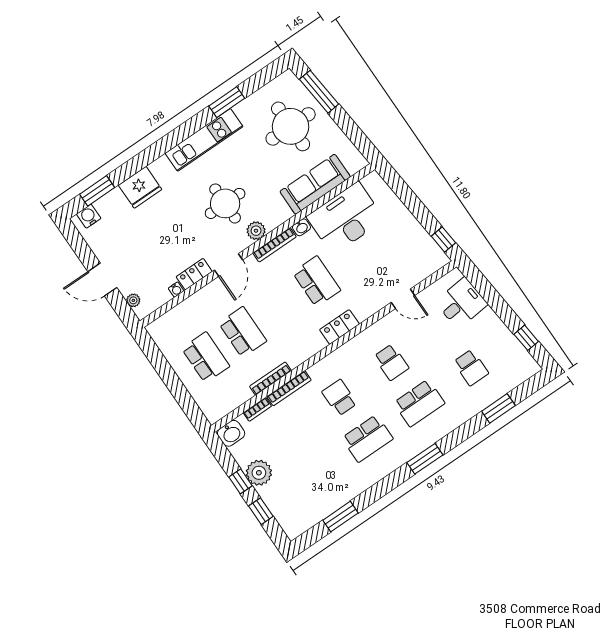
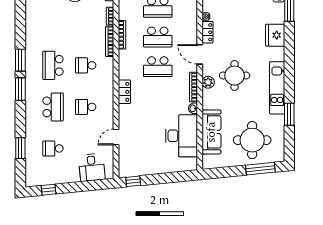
school desk: (317, 281) -> (158, 67), moved
school desk: (339, 398) -> (86, 65), turned 180
school desk: (419, 403) -> (53, 107), turned 180
window: (340, 517) -> (20, 60), moved

